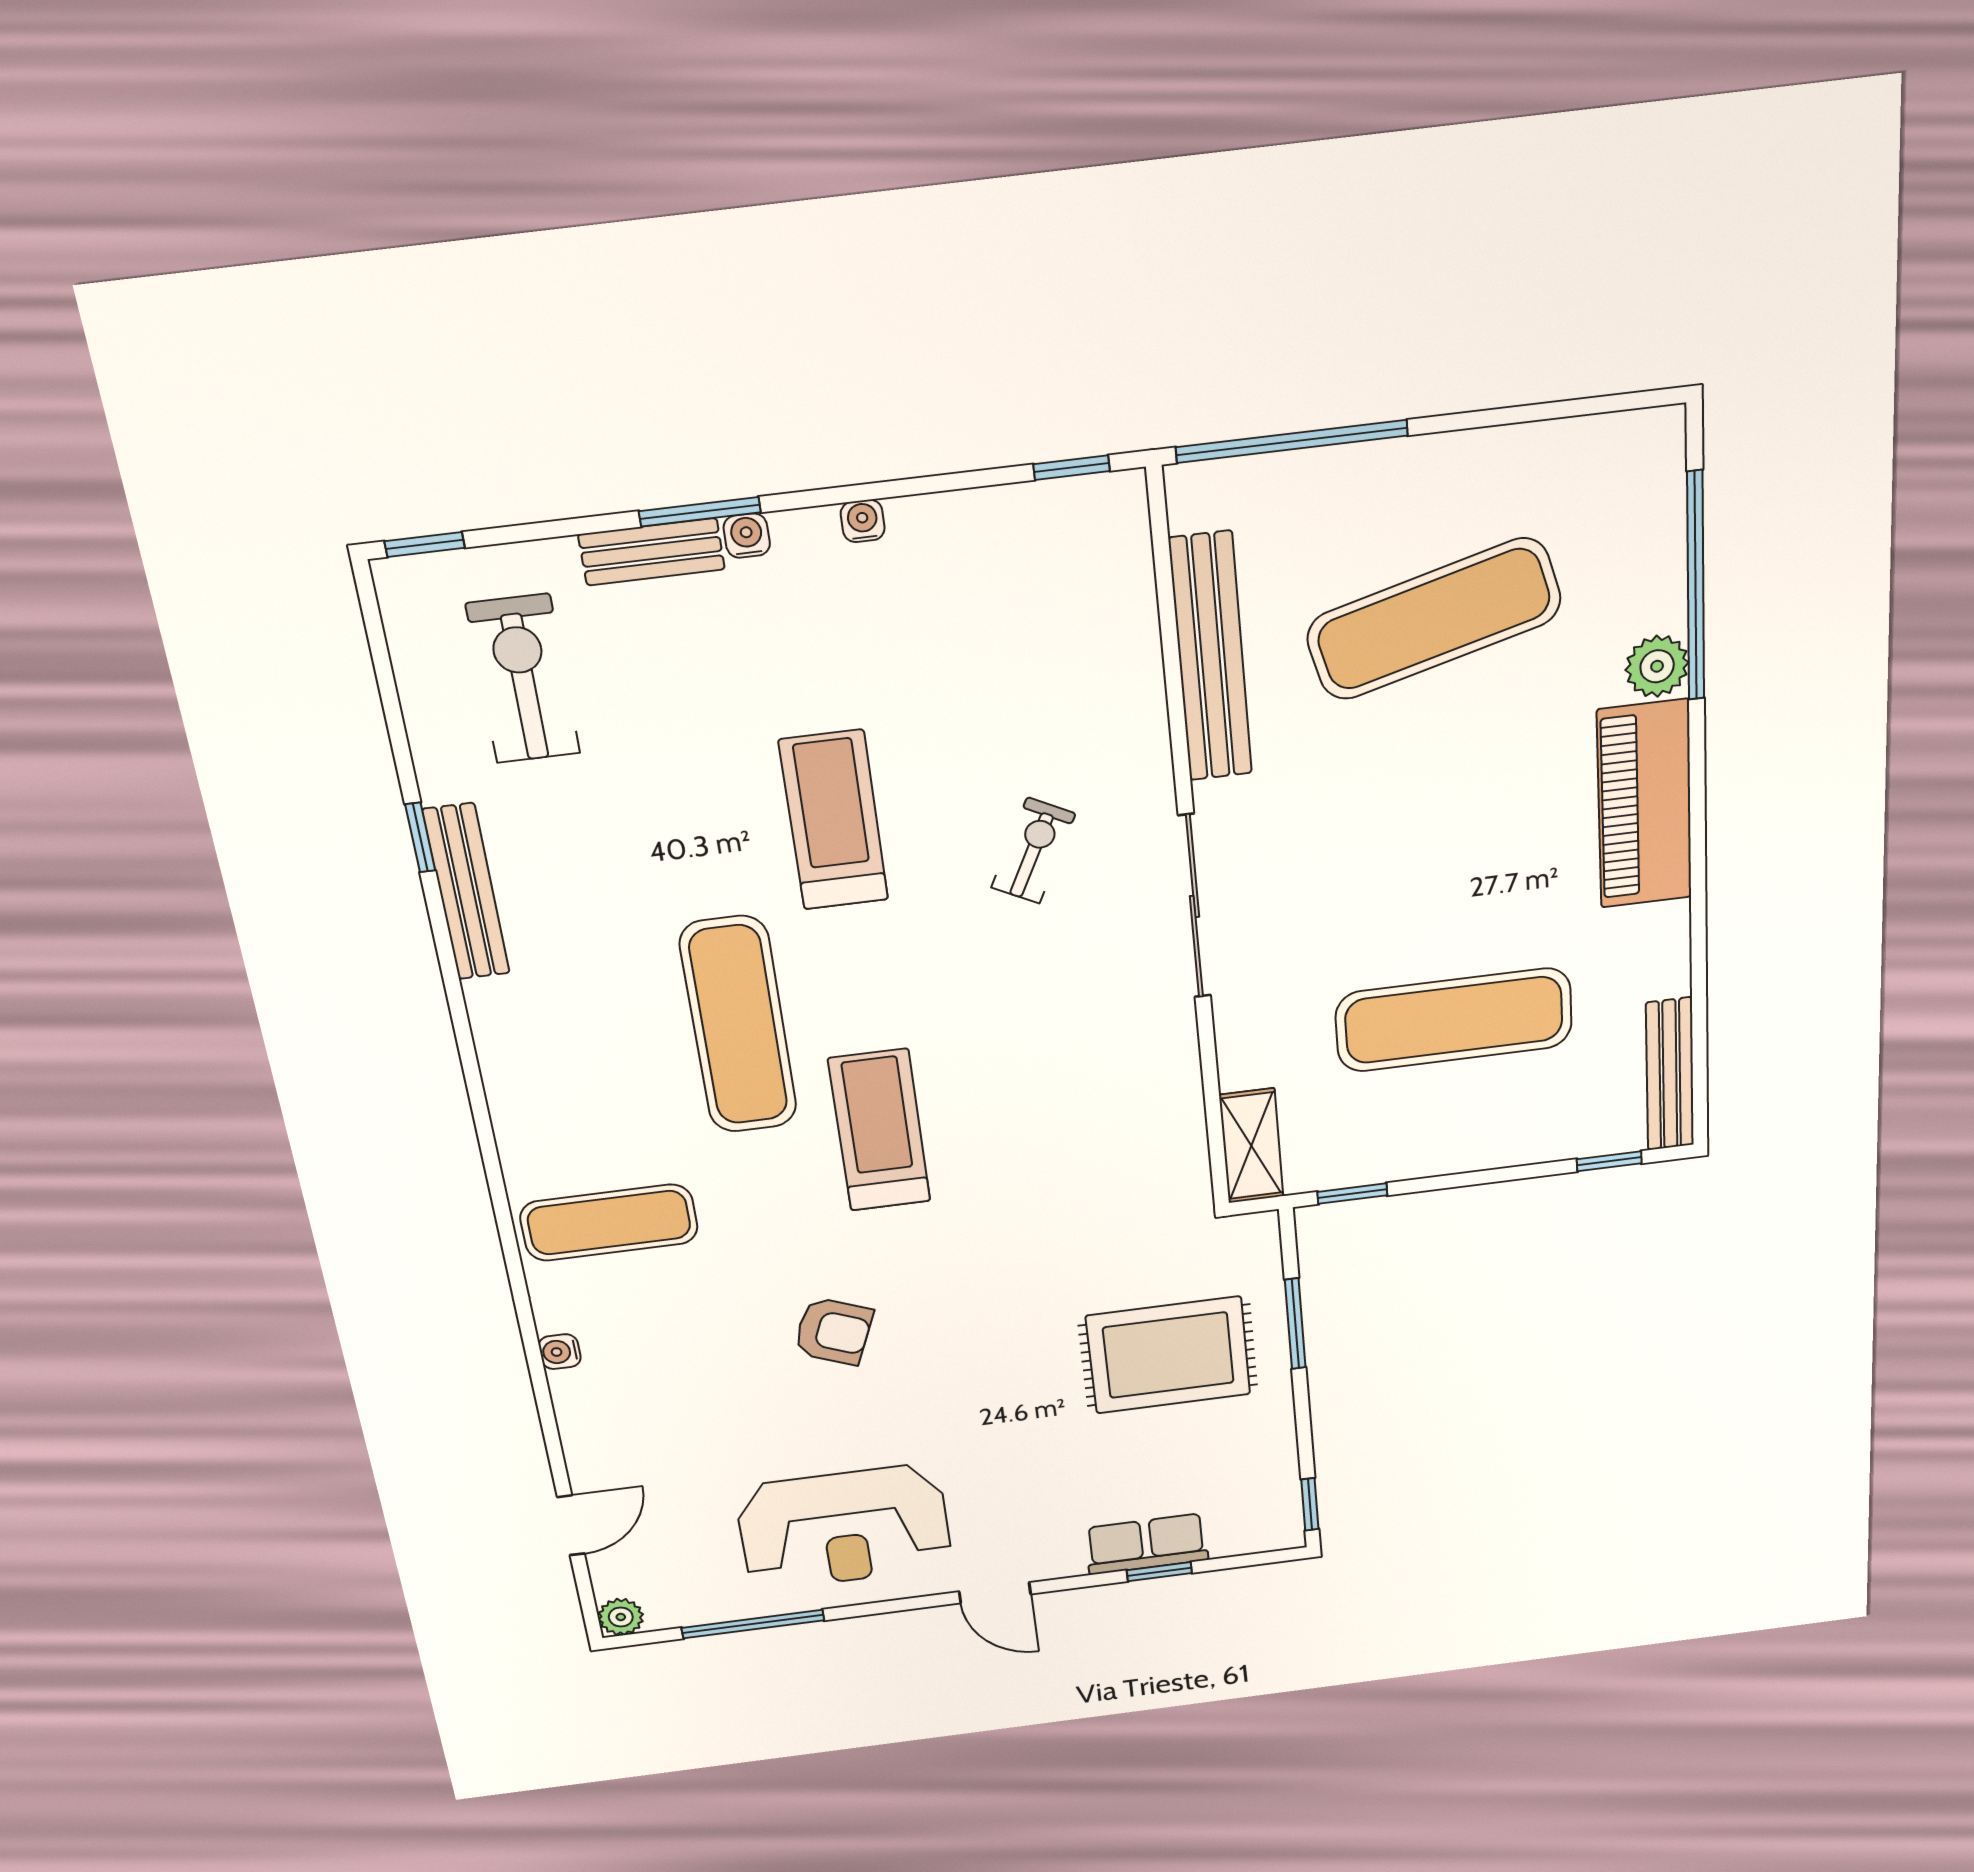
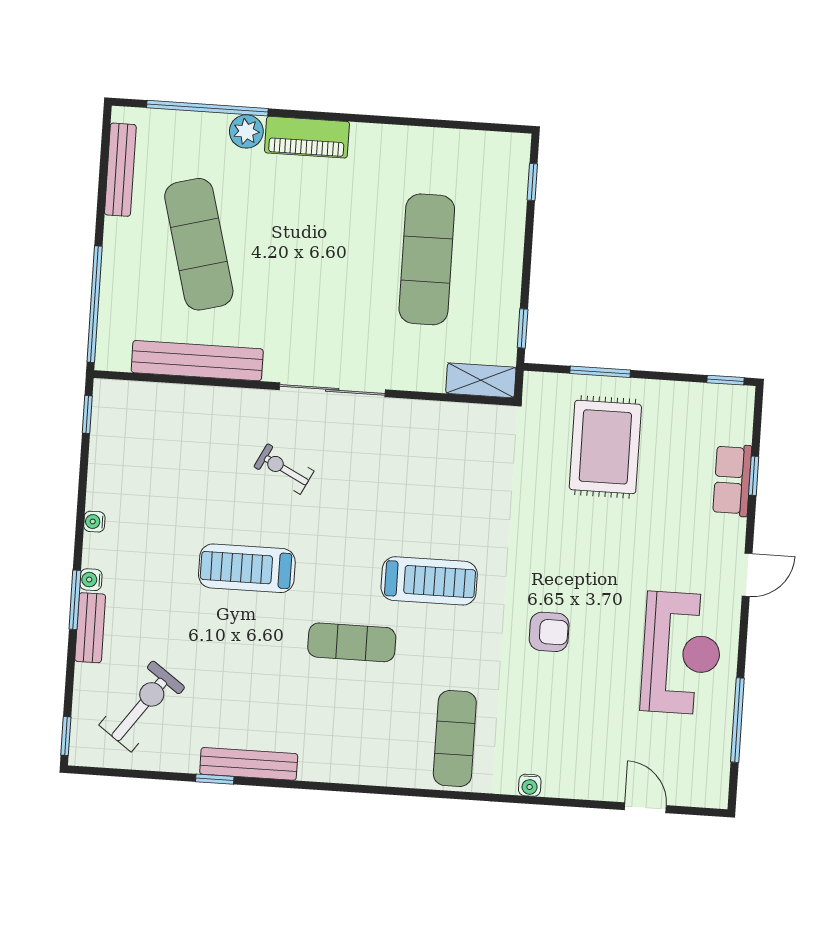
exercise bike: (523, 679) -> (142, 706), turned 126
piano: (1645, 804) -> (307, 137), width x0.73, depth x0.75
exercise mat: (738, 1025) -> (352, 642), width x0.73, depth x0.69
bench: (1670, 1074) -> (120, 170), moved, turned 90
treadmill: (879, 1130) -> (429, 581), turned 180
armchair: (833, 1331) -> (549, 632), turned 68
plant: (621, 1617) -> (715, 795), removed

